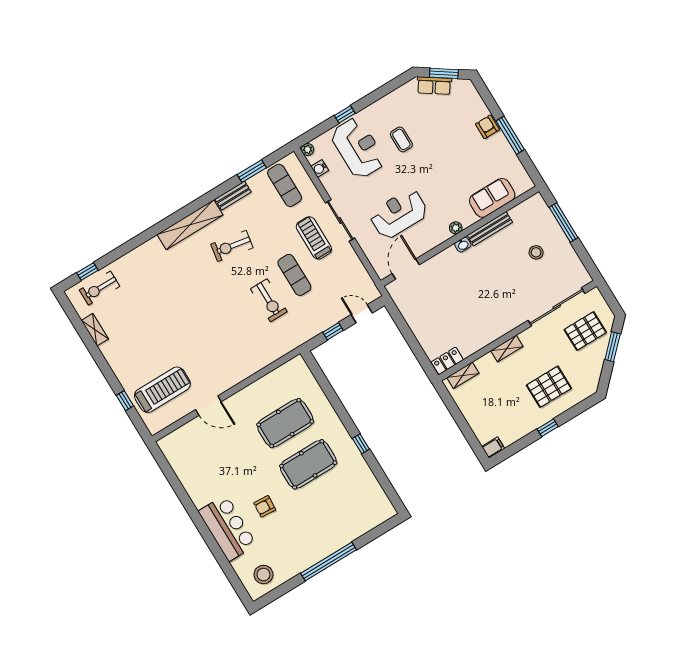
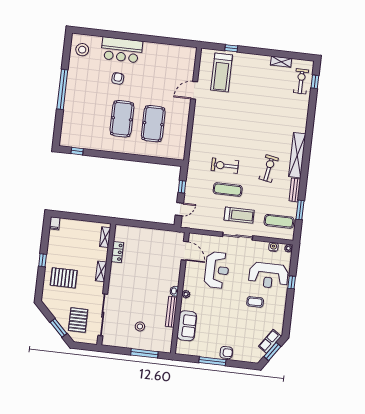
locker: (447, 361) -> (117, 252), moved
pallet: (549, 387) -> (64, 278), turned 90
window: (361, 444) -> (77, 151), moved

